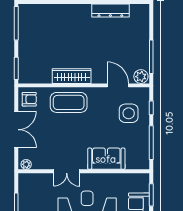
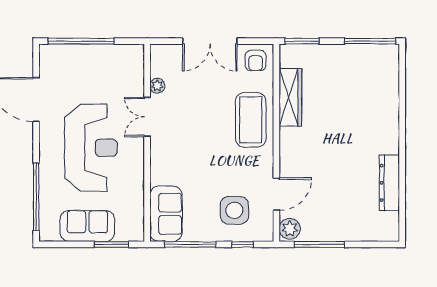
wardrobe: (72, 76) -> (290, 97), moved
sofa: (106, 159) -> (166, 214), moved
plant: (26, 164) -> (157, 86), moved

